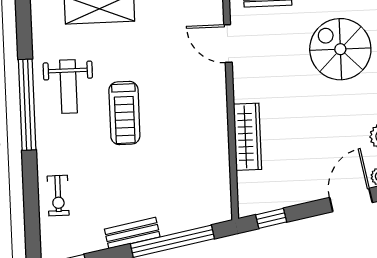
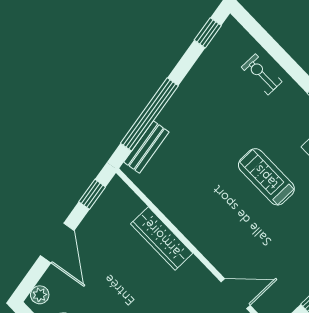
door: (351, 200) -> (57, 243), moved
bench: (132, 233) -> (146, 147), moved

